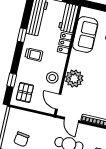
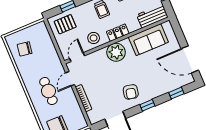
locker: (65, 43) -> (118, 33), moved
plant: (74, 79) -> (116, 52), moved

